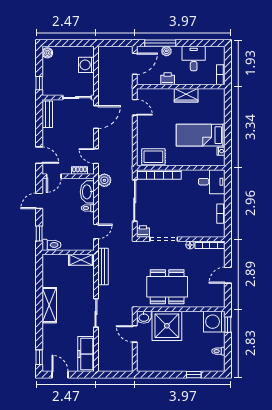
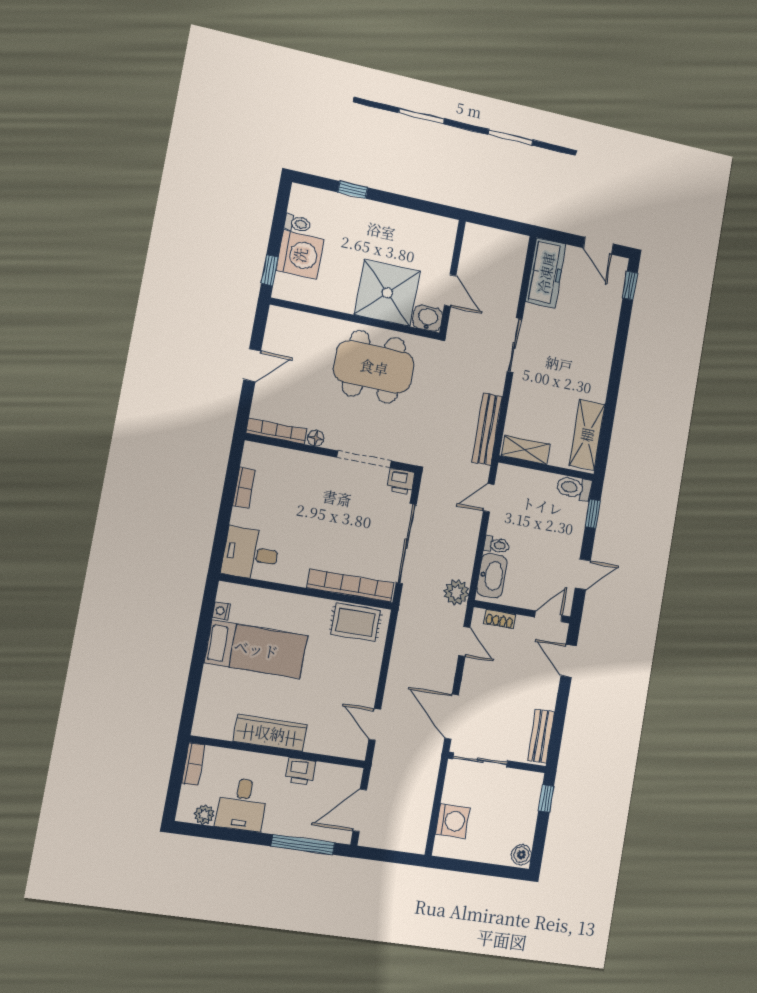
plant: (166, 51) -> (204, 815), moved
wardrobe: (186, 95) -> (270, 733), width x1.50
door: (96, 117) -> (452, 717), hinge flipped
shelving: (49, 305) -> (587, 435), moved
washing machine: (214, 322) -> (300, 255), moved

